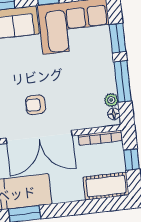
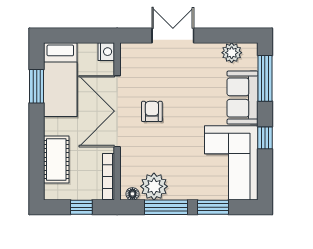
plant: (111, 100) -> (154, 186), width x1.88, depth x1.88
cot: (106, 186) -> (56, 159), moved

